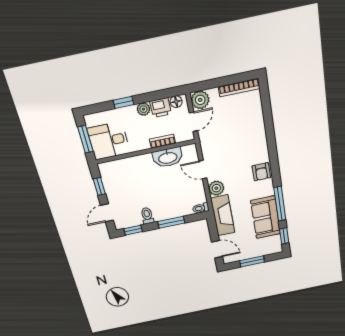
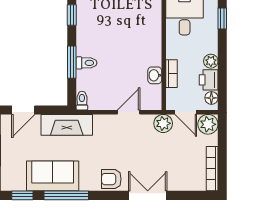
window: (123, 102) -> (222, 18), moved
double door: (271, 139) -> (148, 195), added
washbasin: (168, 157) -> (155, 75), width x0.52, depth x0.69
plant: (216, 188) -> (163, 123), moved
toilet: (147, 216) -> (86, 63), moved

